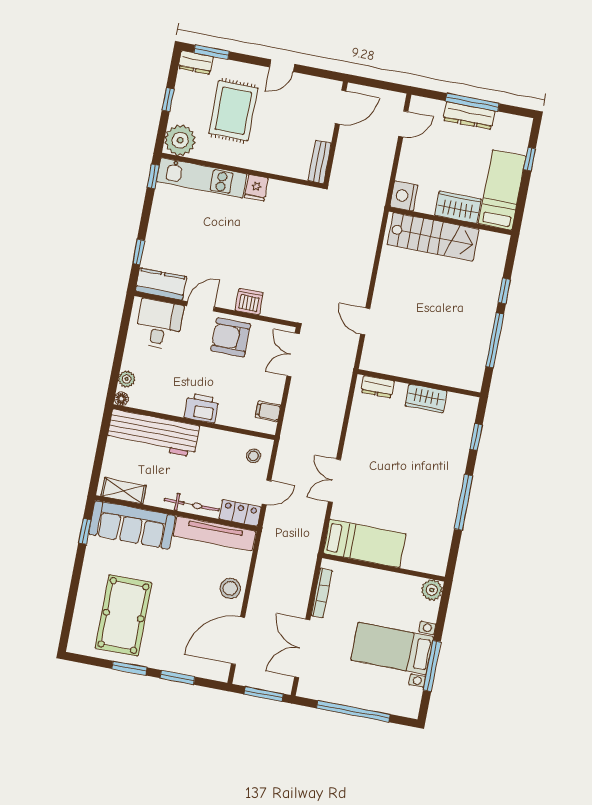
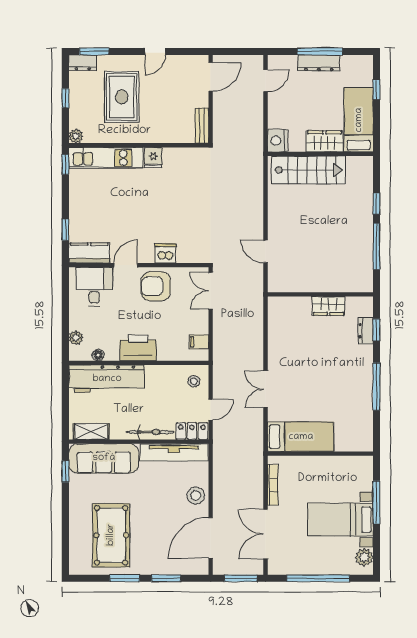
plant: (180, 140) -> (76, 136), width x0.53, depth x0.53
dresser: (378, 387) -> (366, 331), moved, turned 90
floor lamp: (121, 399) -> (98, 355), moved
printer: (202, 408) -> (138, 348), width x1.37, depth x1.19
plant: (432, 590) -> (364, 557), moved
window: (432, 666) -> (376, 502), moved

